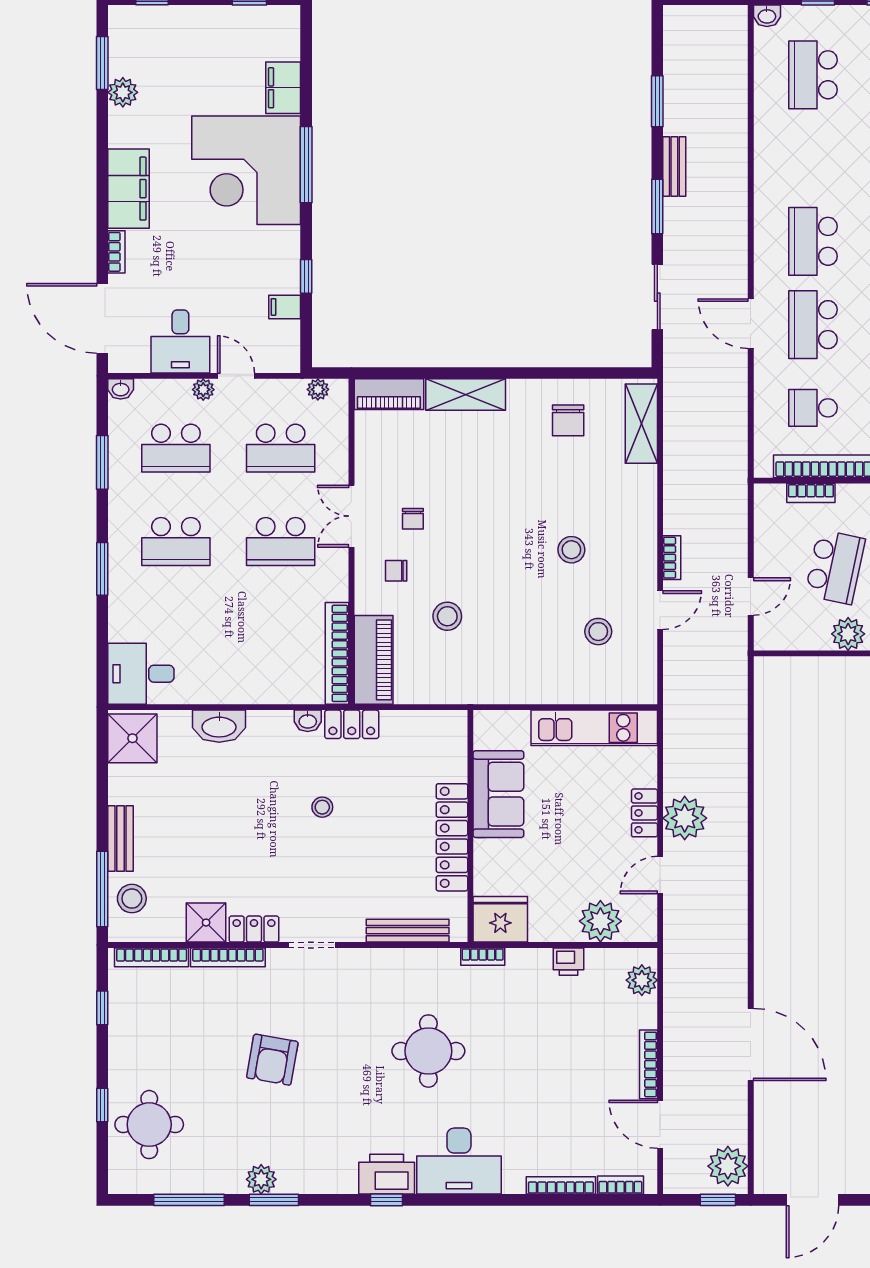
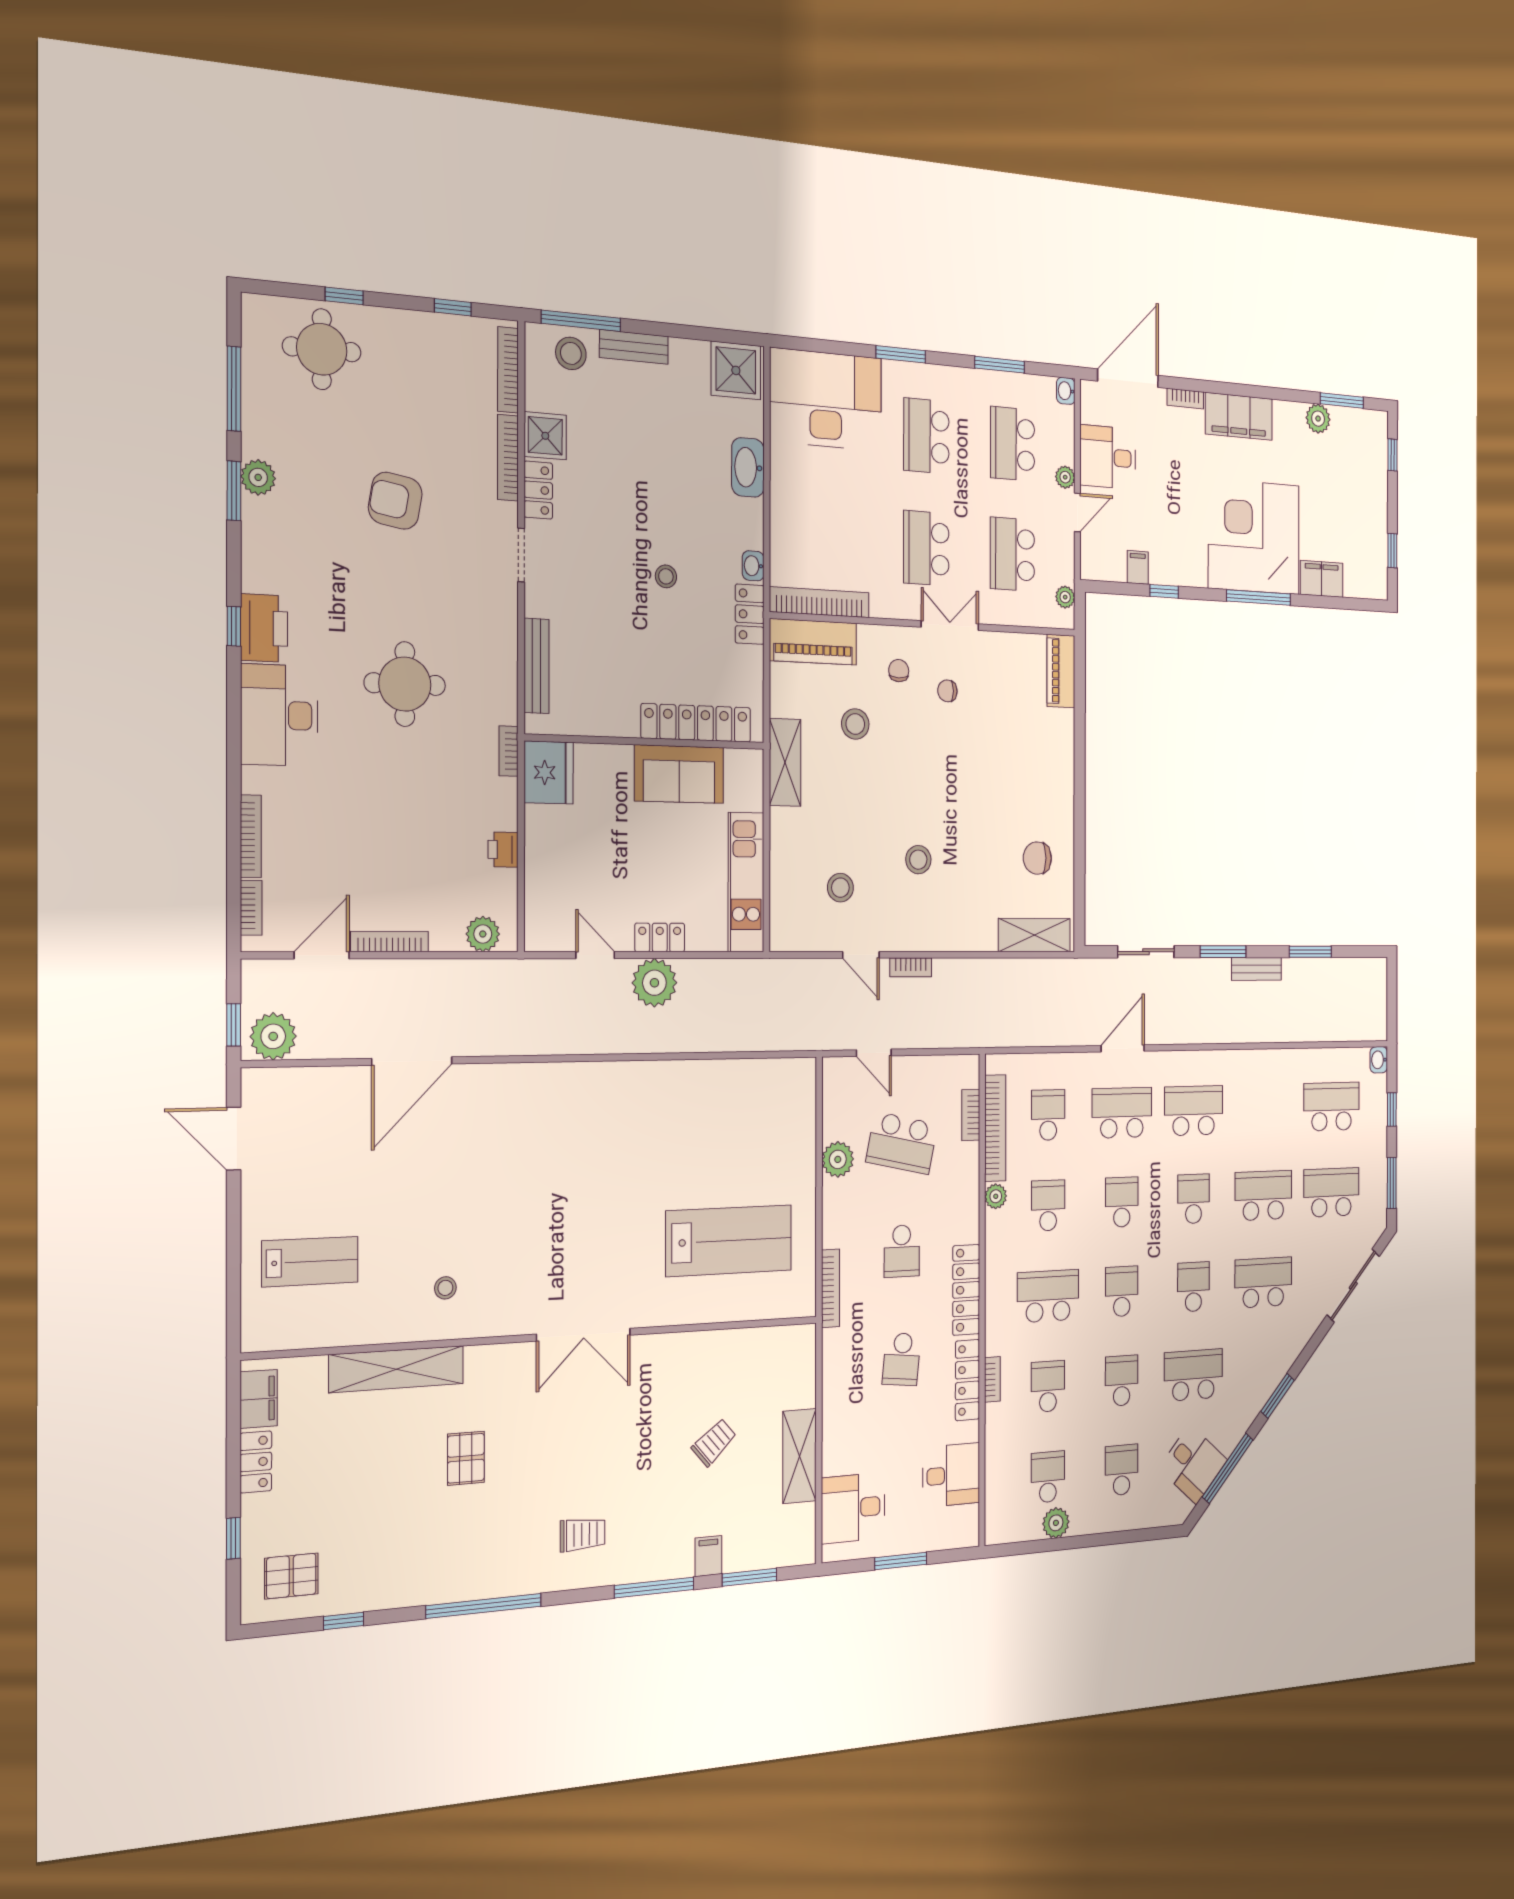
shelving: (466, 395) -> (785, 762), moved
desk: (141, 674) -> (826, 399), width x1.87, depth x1.30
locker: (452, 837) -> (696, 723), moved
plant: (600, 921) -> (546, 887), removed

